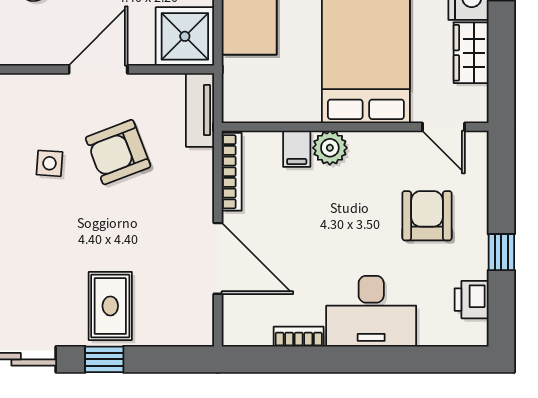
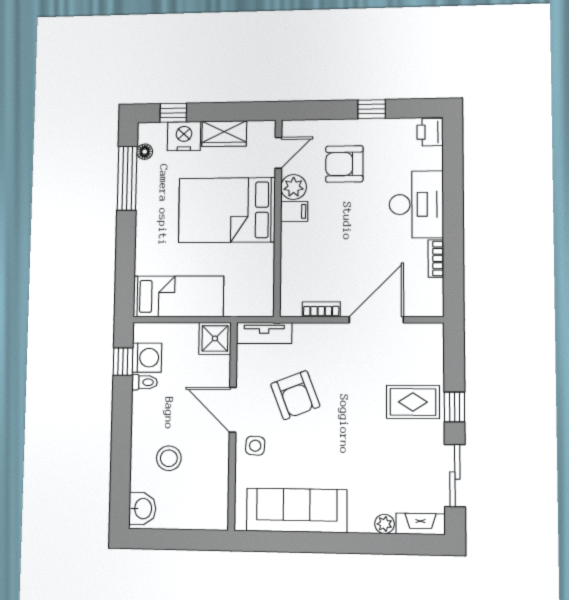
shower: (185, 36) -> (215, 338), width x0.73, depth x0.73
plant: (330, 148) -> (294, 187), moved
filing cabinet: (297, 149) -> (294, 211), moved
side table: (50, 163) -> (255, 446), moved
bookcase: (232, 172) -> (321, 309), width x0.64
printer: (472, 300) -> (430, 132), moved, turned 90

